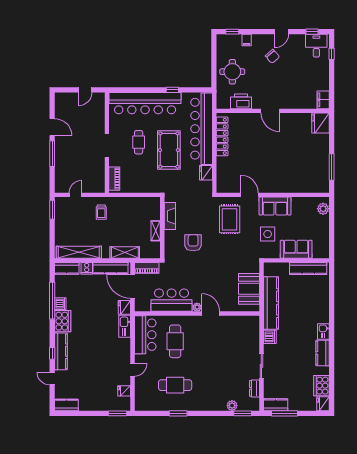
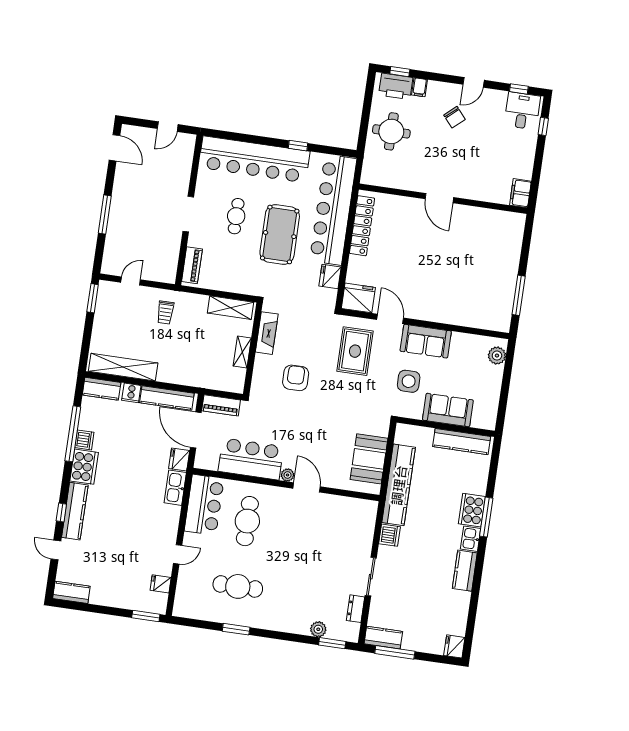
printer: (241, 101) -> (396, 86), moved, turned 180
fridge: (320, 123) -> (358, 298), moved, turned 90
door: (52, 127) -> (115, 148), moved
shelving: (125, 252) -> (231, 308), moved
window: (332, 316) -> (486, 517), added
cooker: (321, 386) -> (472, 510), moved

